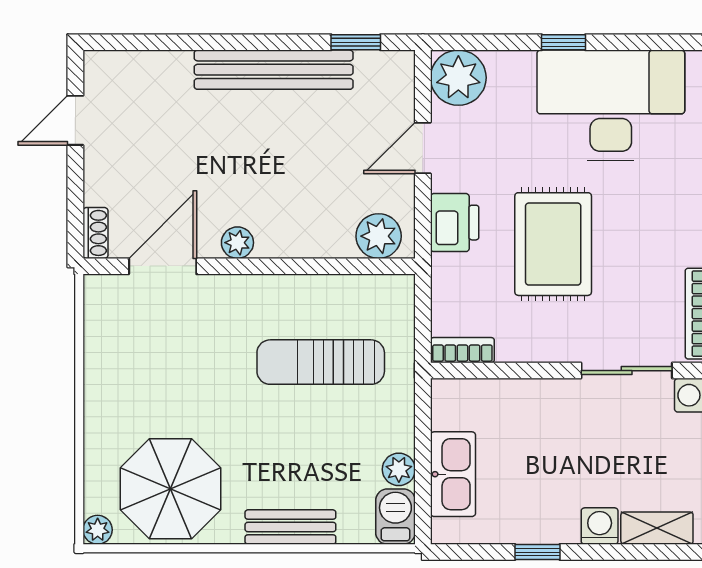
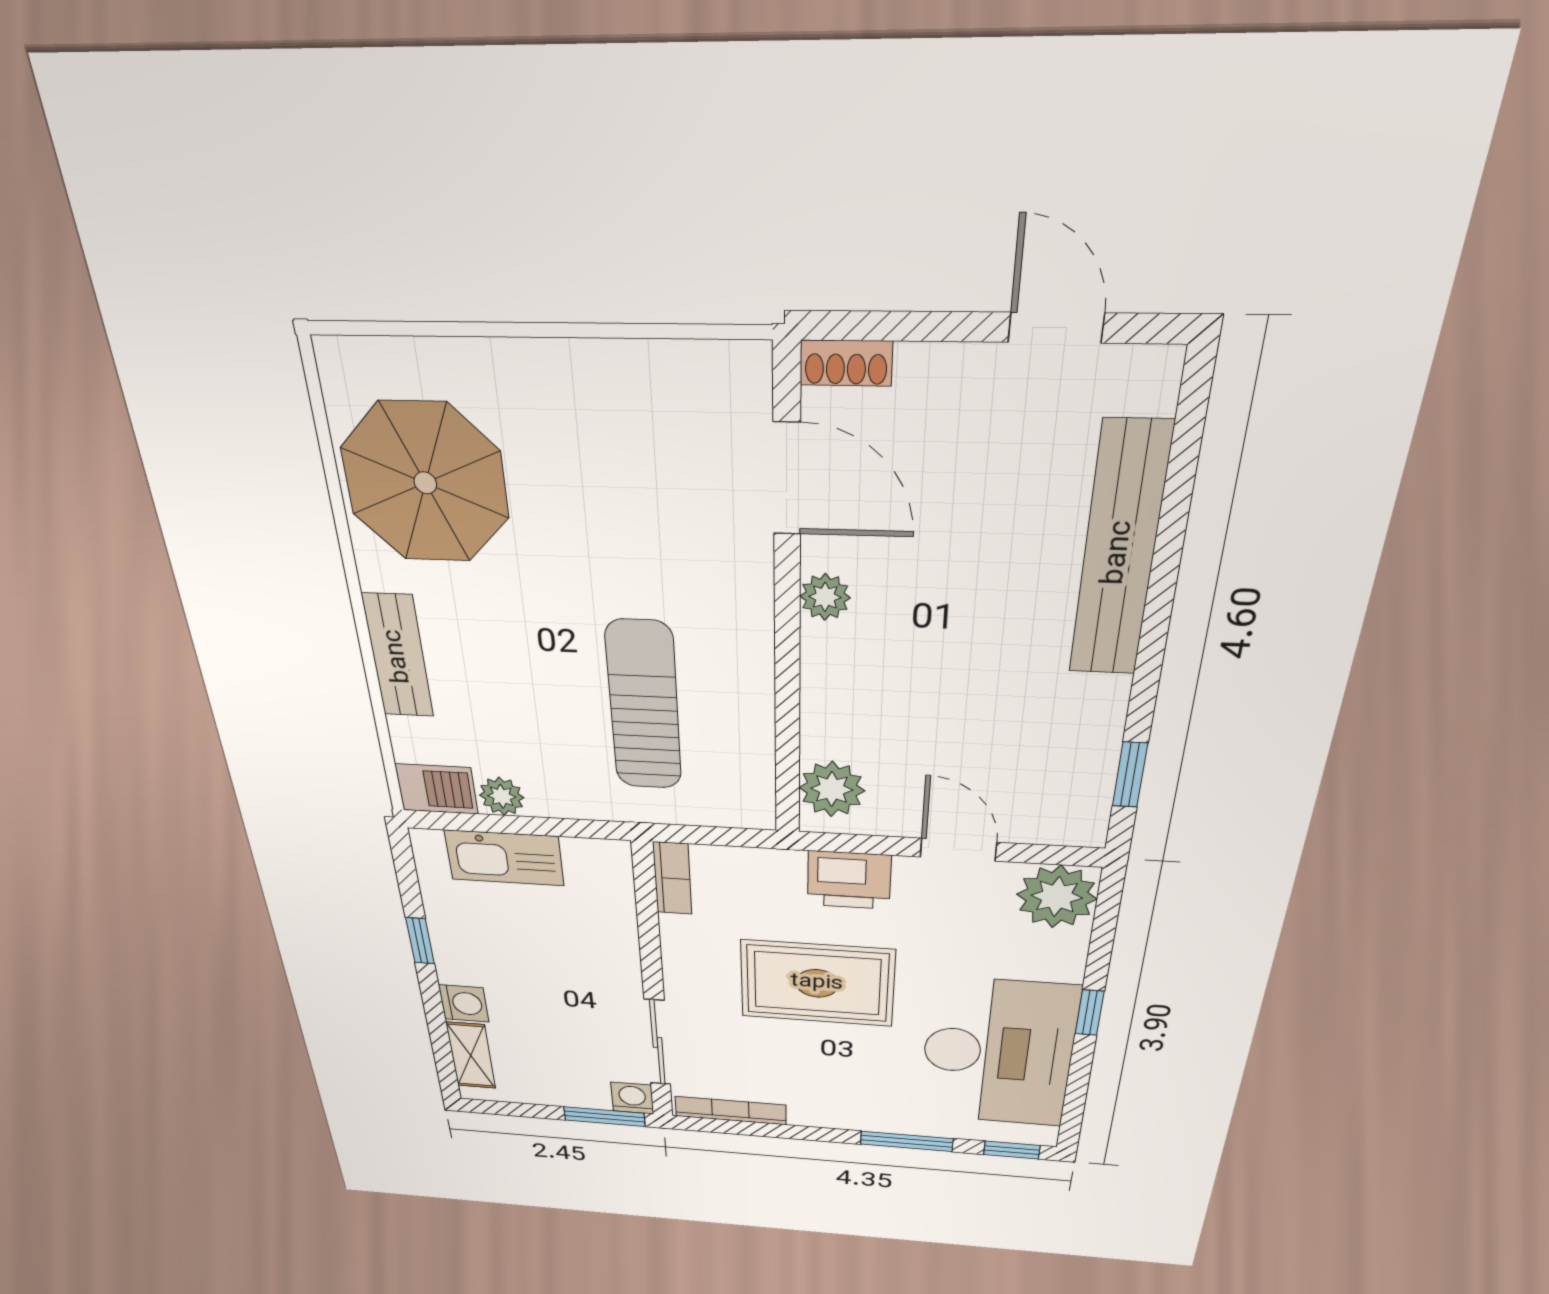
bench: (274, 70) -> (1119, 552), moved
plant: (98, 530) -> (339, 360), removed

